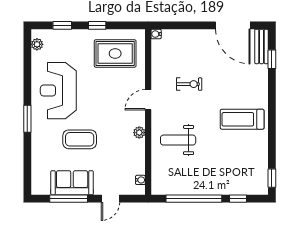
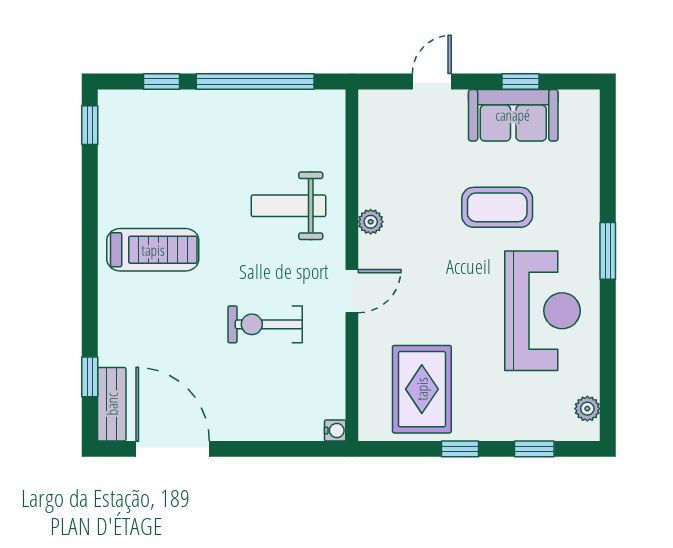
rug: (115, 53) -> (422, 389), turned 90
exercise bike: (189, 84) -> (265, 324), width x1.38, depth x1.39
weight bench: (178, 140) -> (288, 206), turned 180
water cooler: (140, 180) -> (368, 121), removed
window: (69, 199) -> (521, 82), width x0.46

